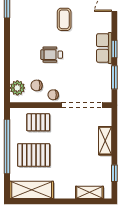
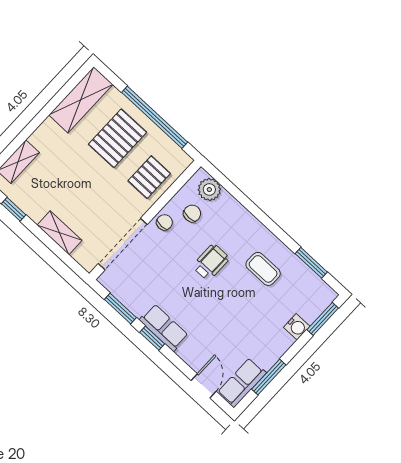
coffee table: (64, 19) -> (263, 269), moved

